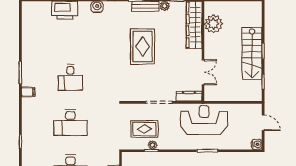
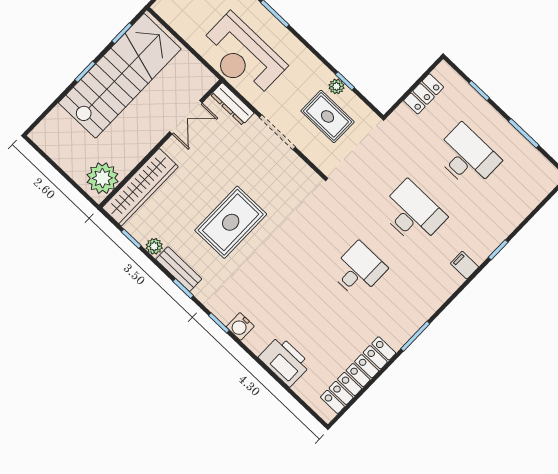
plant: (213, 24) -> (102, 178), moved
locker: (29, 34) -> (358, 375), added
stairs: (252, 54) -> (120, 76), width x1.36, depth x1.51
double door: (203, 72) -> (186, 117), swing flipped
filing cabinet: (28, 92) -> (465, 265), moved

